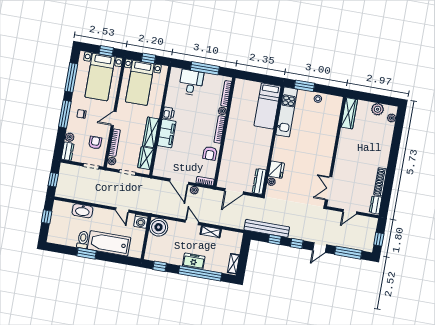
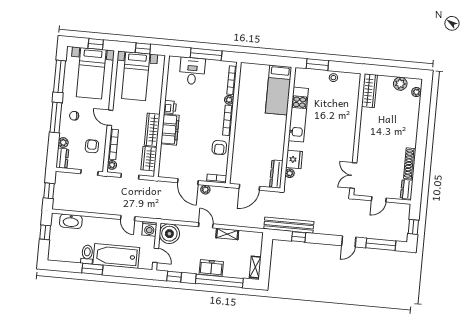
kitchen unit: (287, 112) -> (298, 115), moved
door: (114, 118) -> (110, 118), hinge flipped
washbasin: (82, 211) -> (71, 221), moved
window: (297, 244) -> (323, 239), removed
door: (145, 246) -> (156, 255), added

